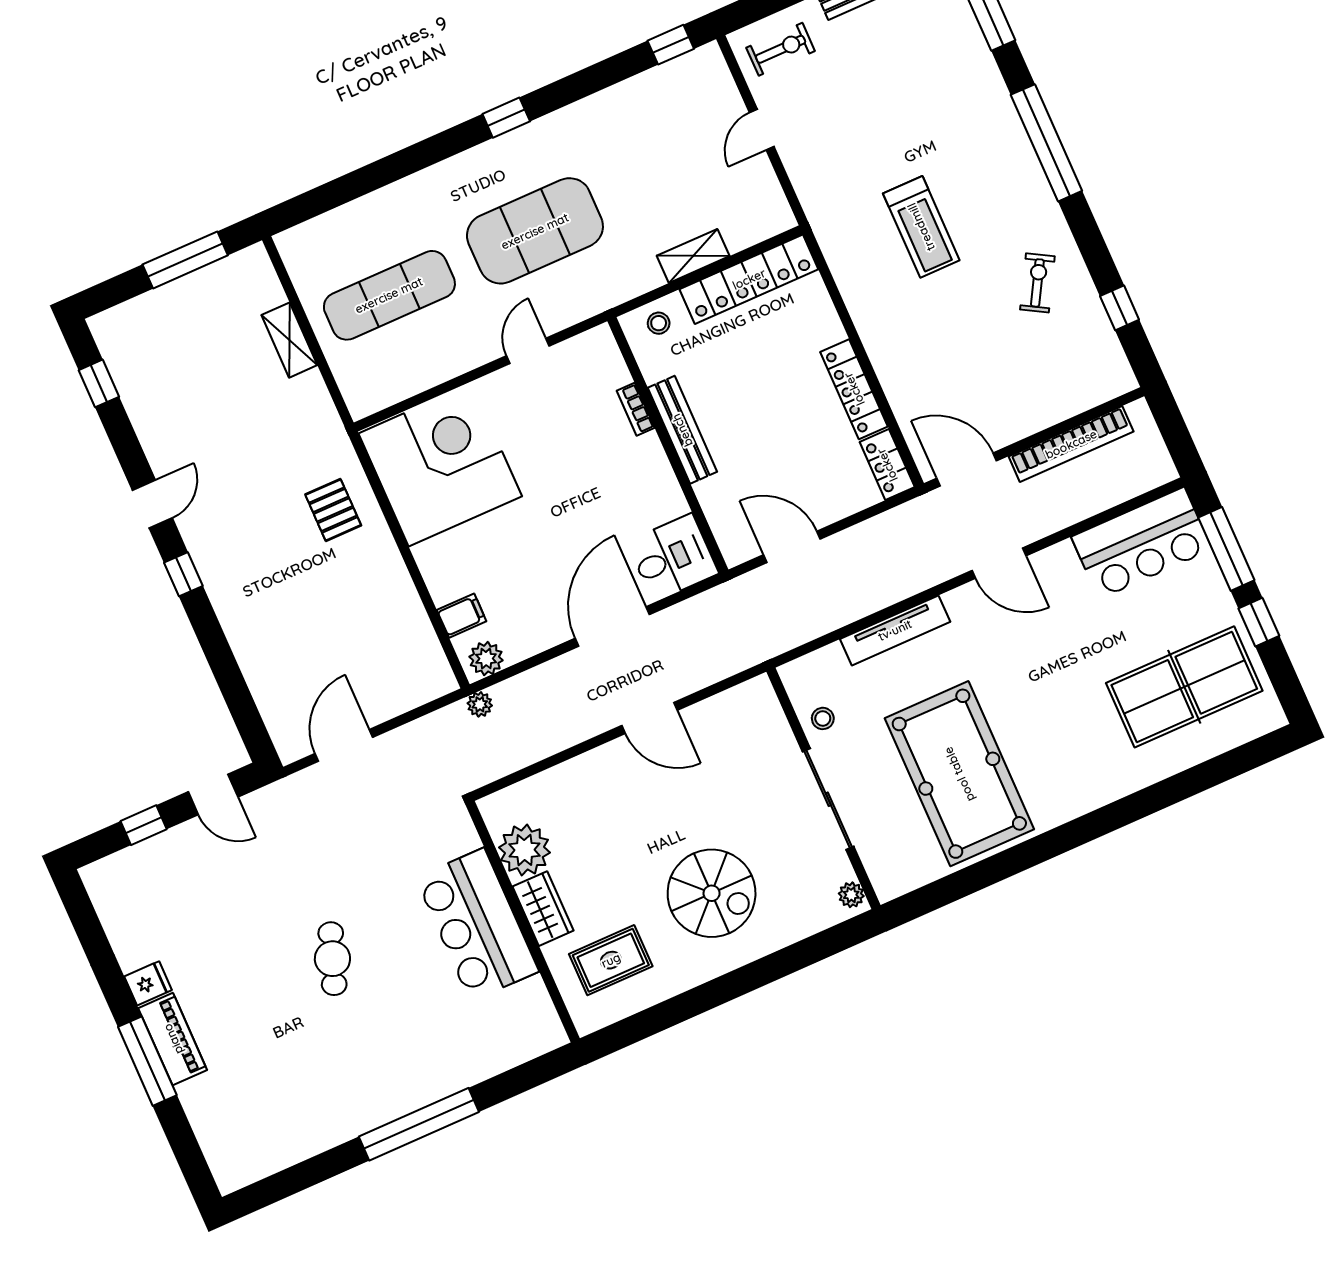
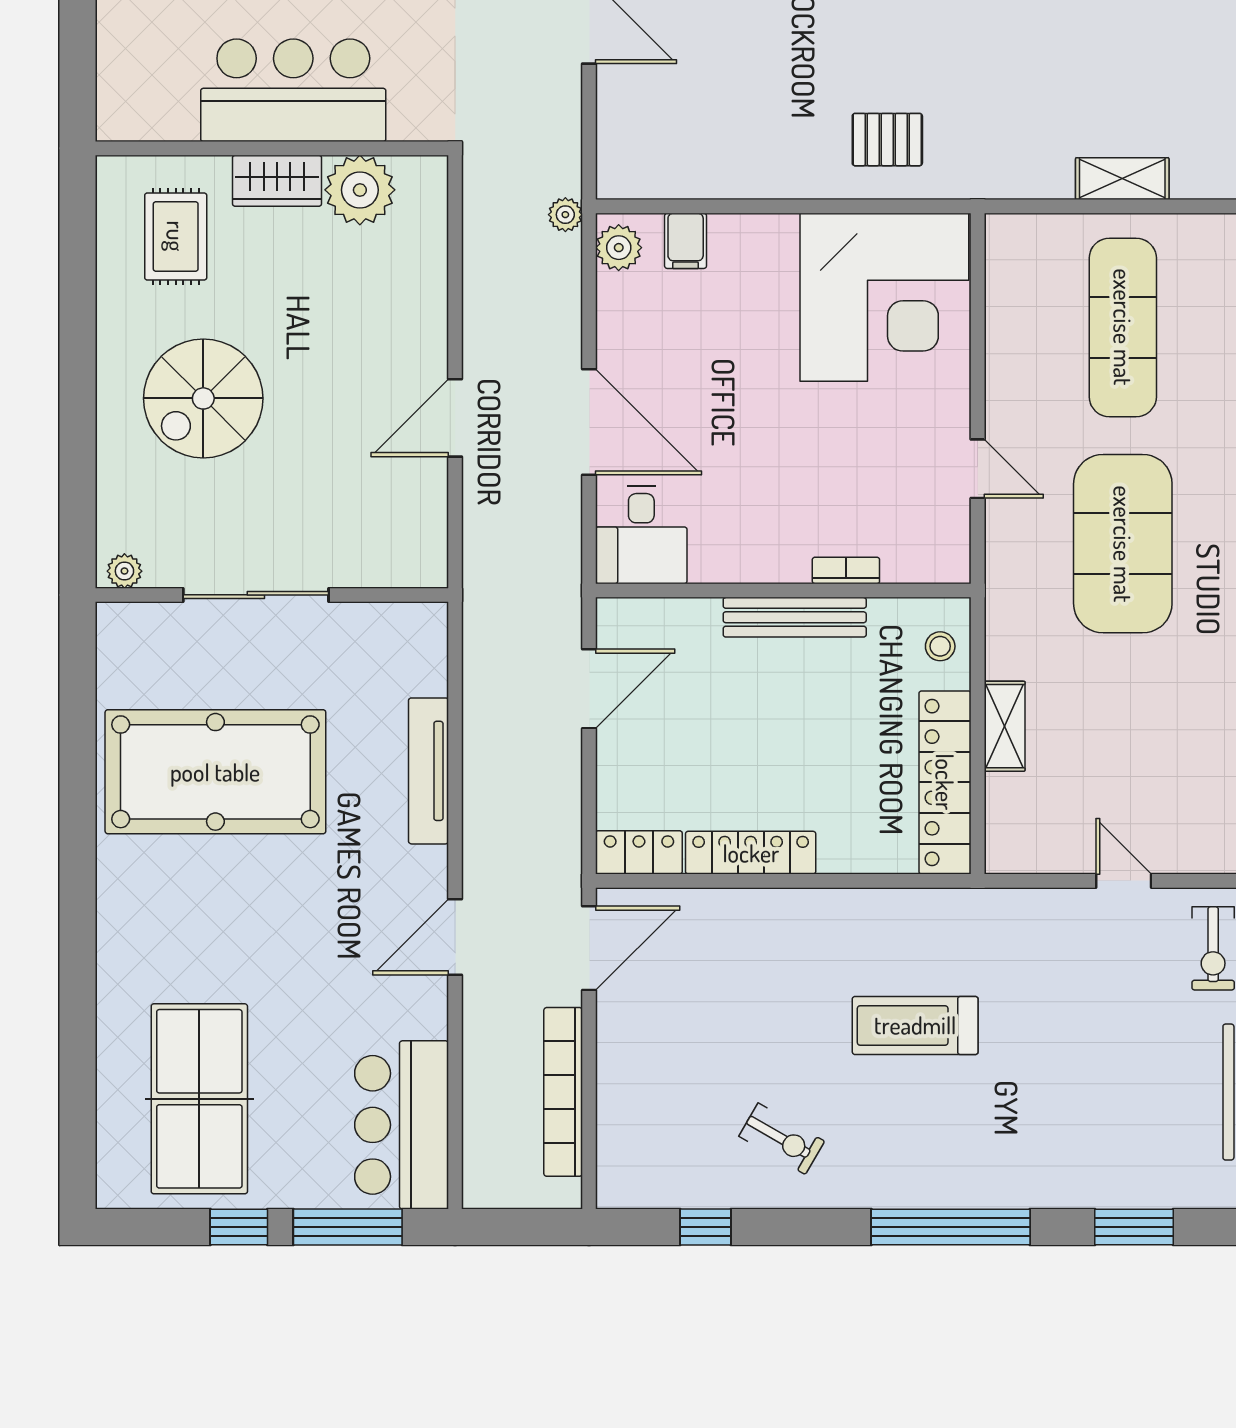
stool: (823, 718) -> (359, 633), removed

